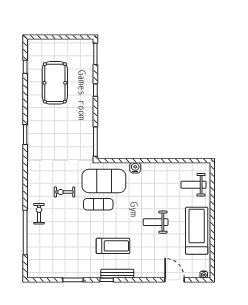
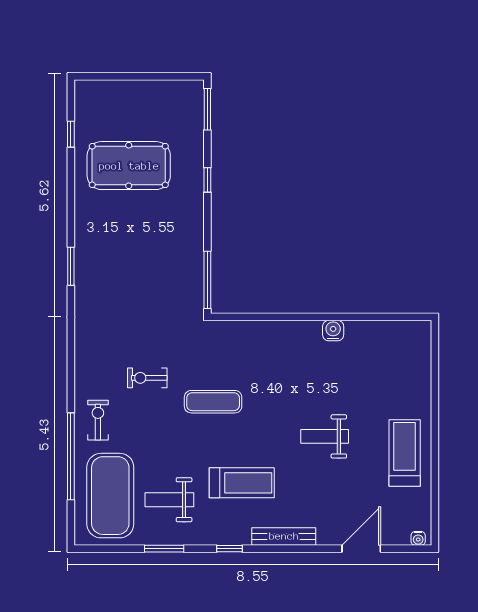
pool table: (55, 83) -> (129, 166), turned 90
water cooler: (135, 168) -> (333, 331), moved
exercise mat: (104, 181) -> (110, 496), moved, turned 90
weight bench: (194, 185) -> (169, 500), moved
treadmill: (197, 231) -> (405, 453), width x0.73, depth x0.73
bench: (117, 274) -> (284, 536), moved
door: (174, 280) -> (361, 549), hinge flipped

